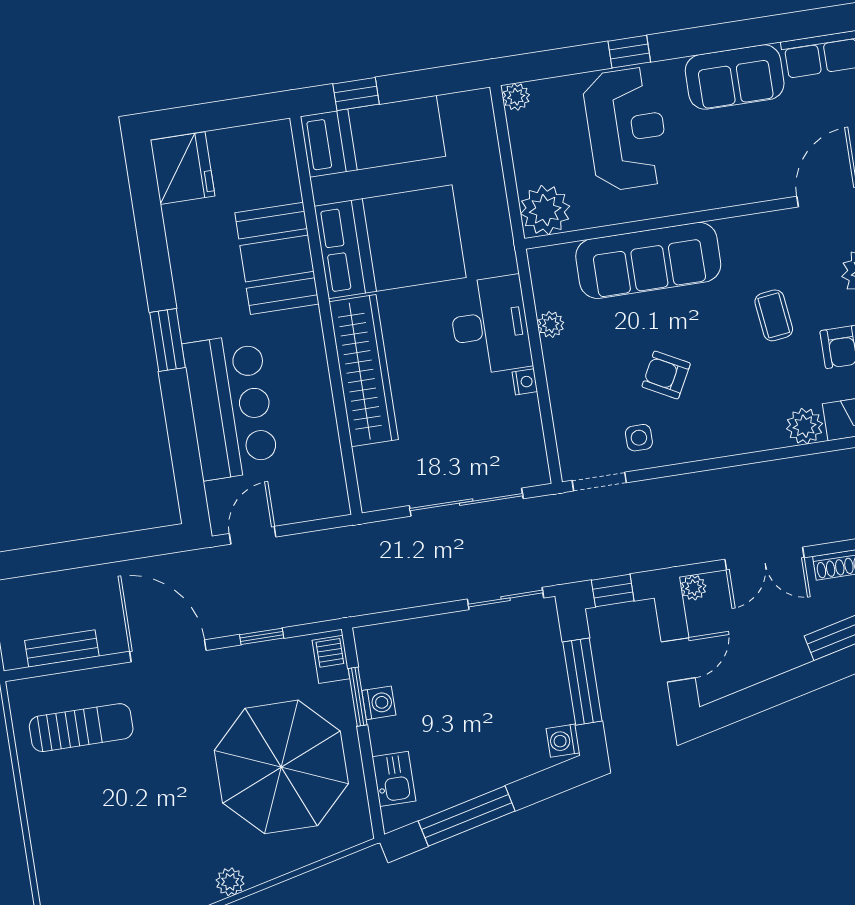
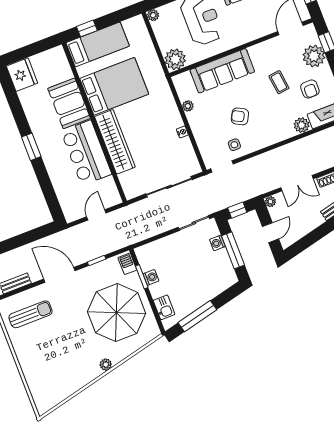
desk: (490, 325) -> (163, 112), removed
bar counter: (231, 407) -> (86, 153), moved, turned 180
door: (253, 535) -> (96, 215), moved
washing machine: (563, 741) -> (217, 243), moved

